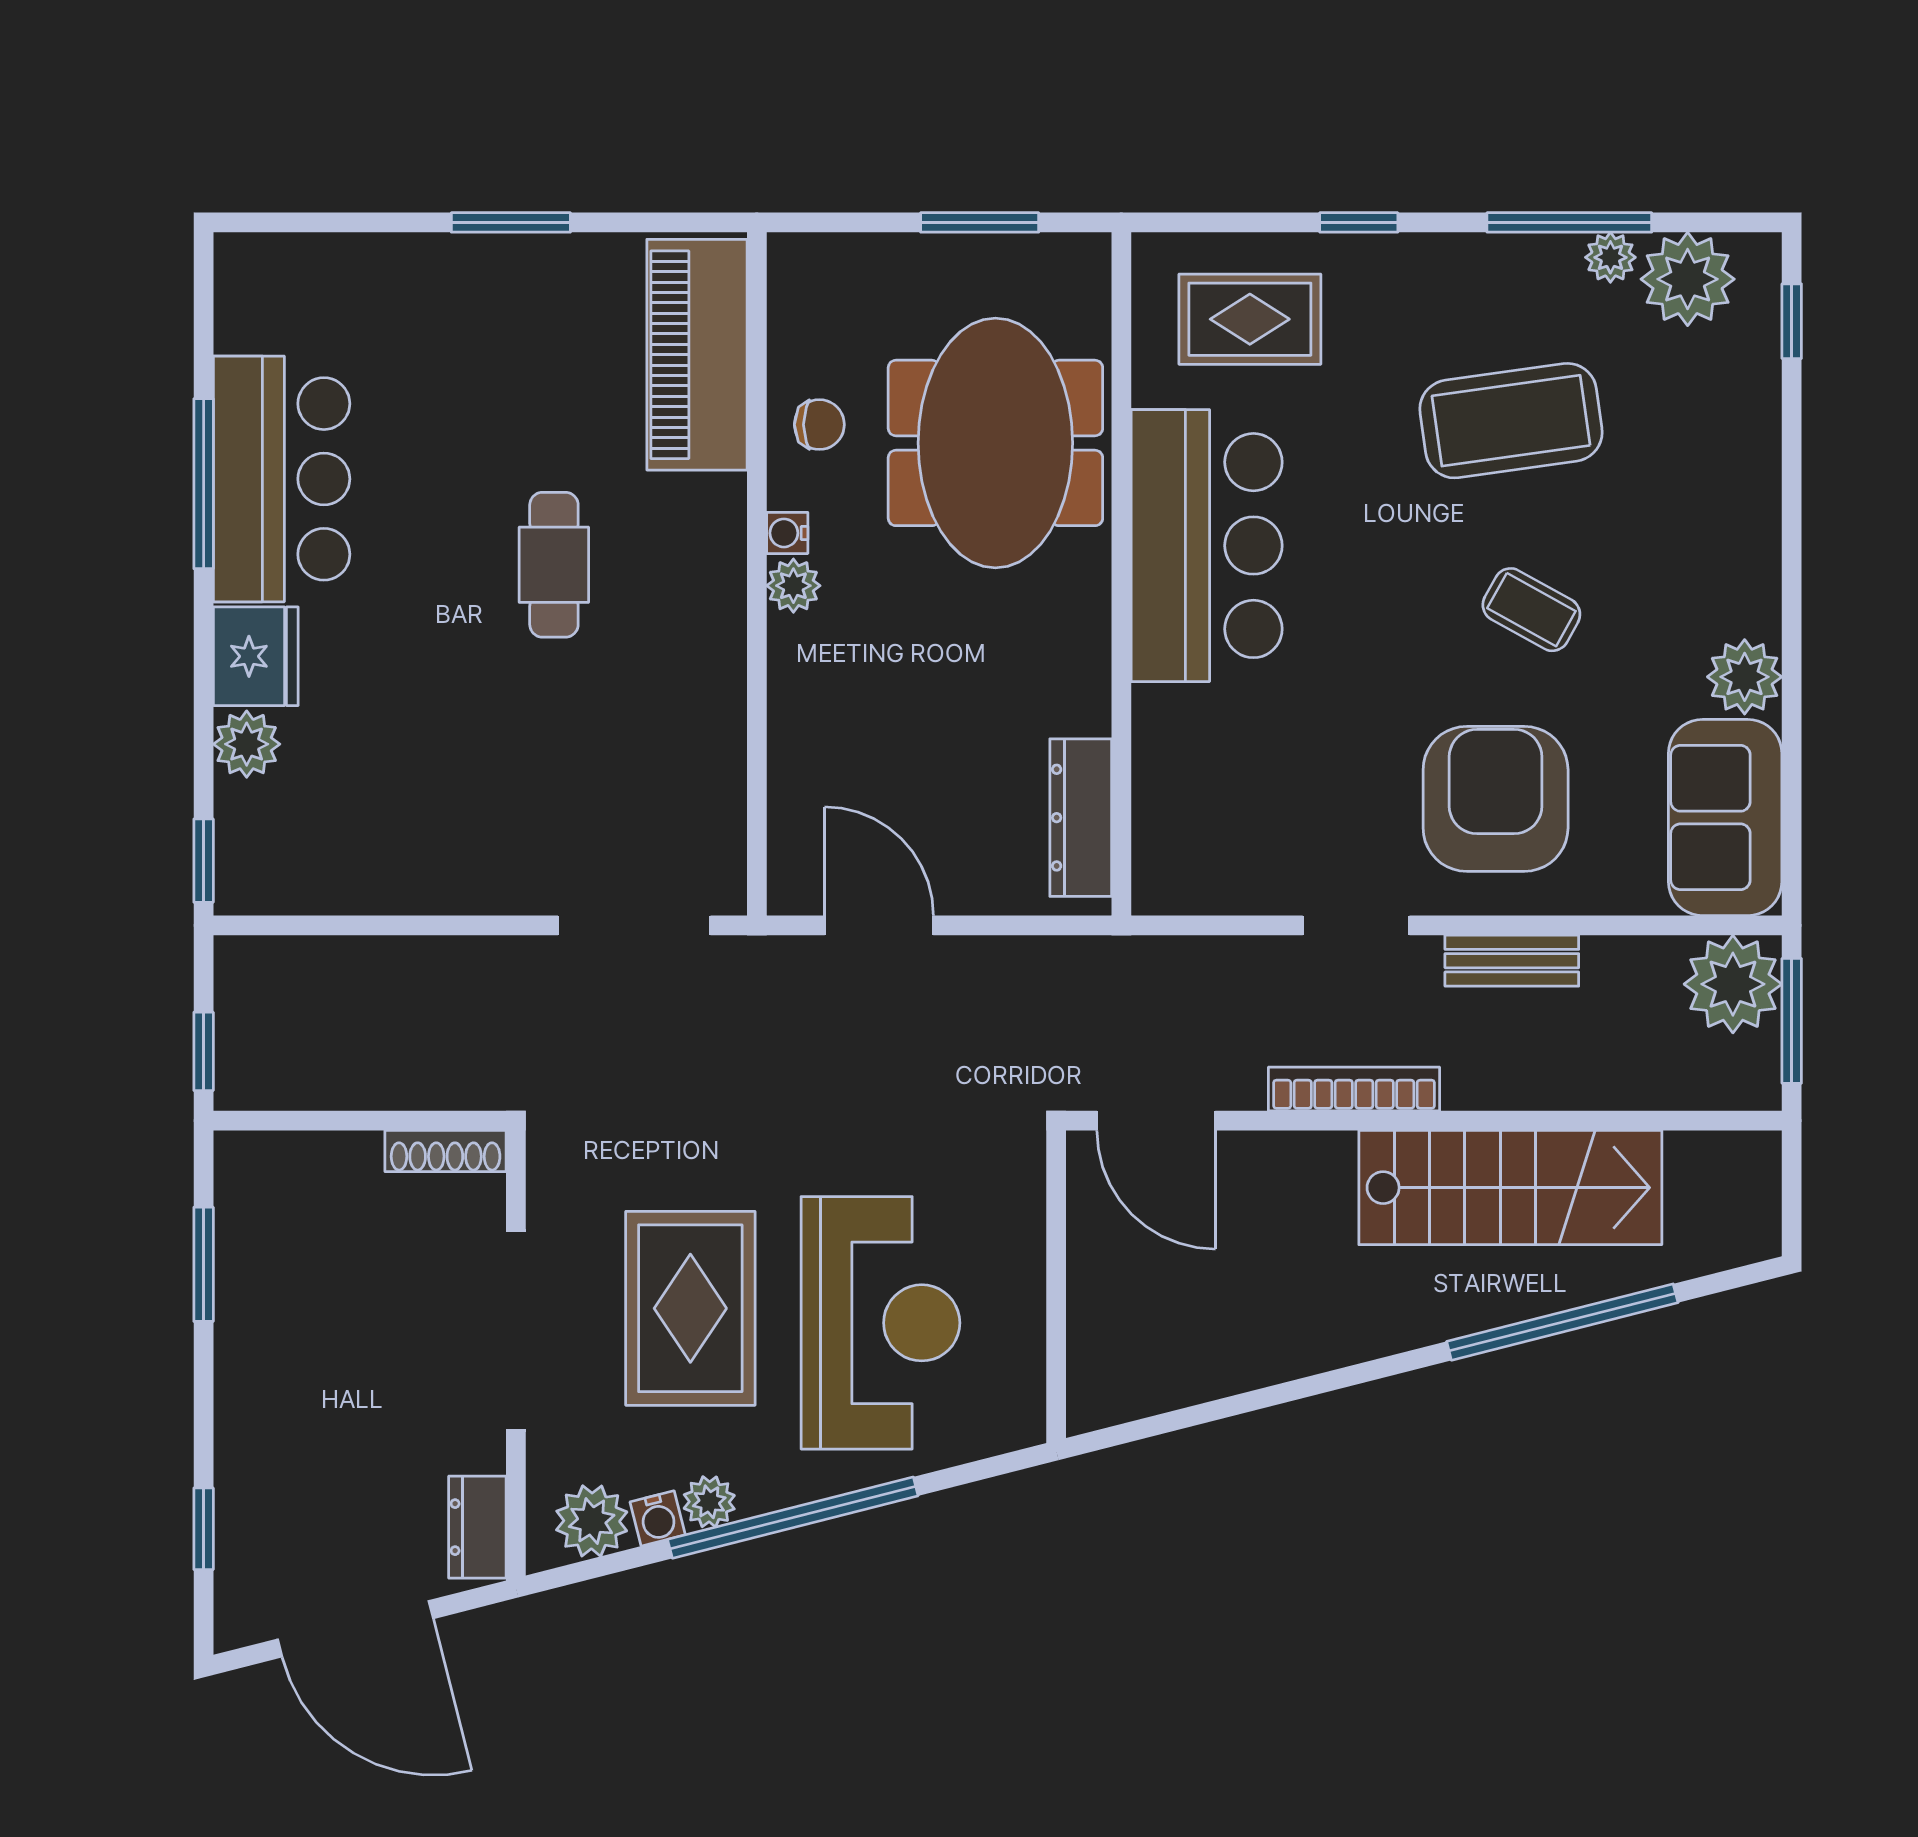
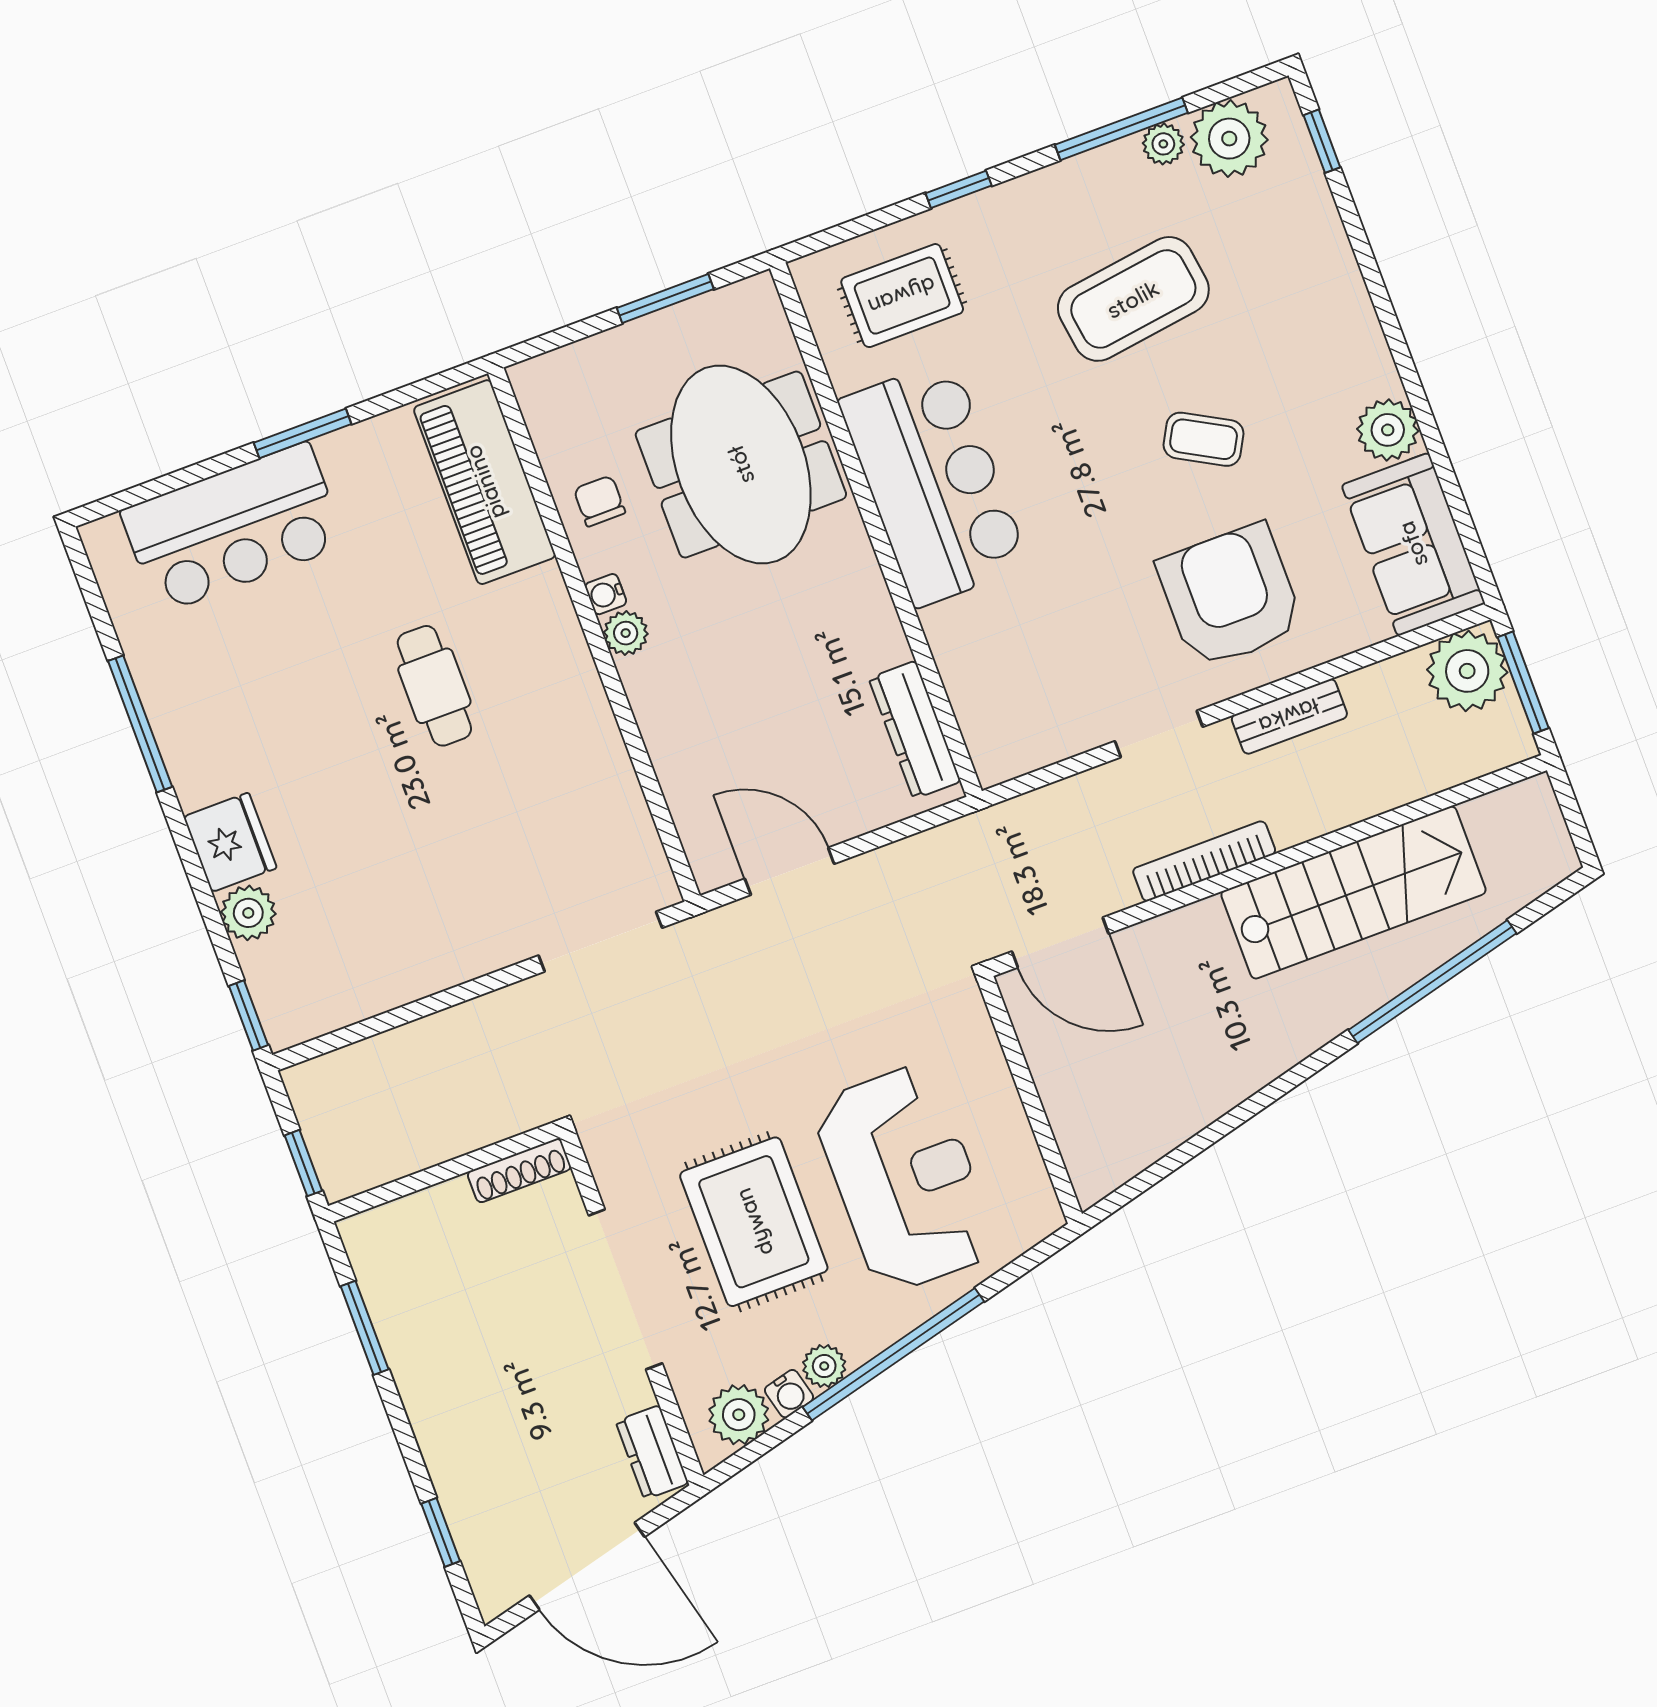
chair: (819, 425) -> (599, 501), turned -90
bar counter: (282, 479) -> (233, 528), moved, turned 90

